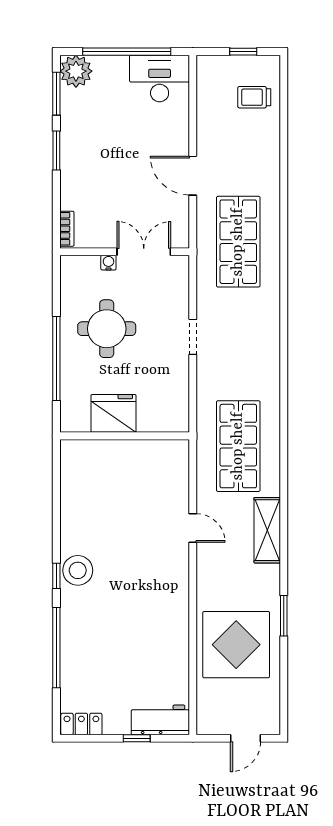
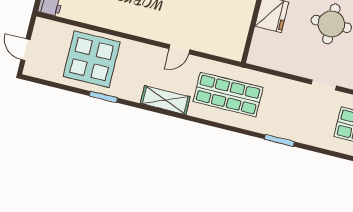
doorway: (193, 337) -> (324, 85), moved
window: (284, 360) -> (279, 140), added

